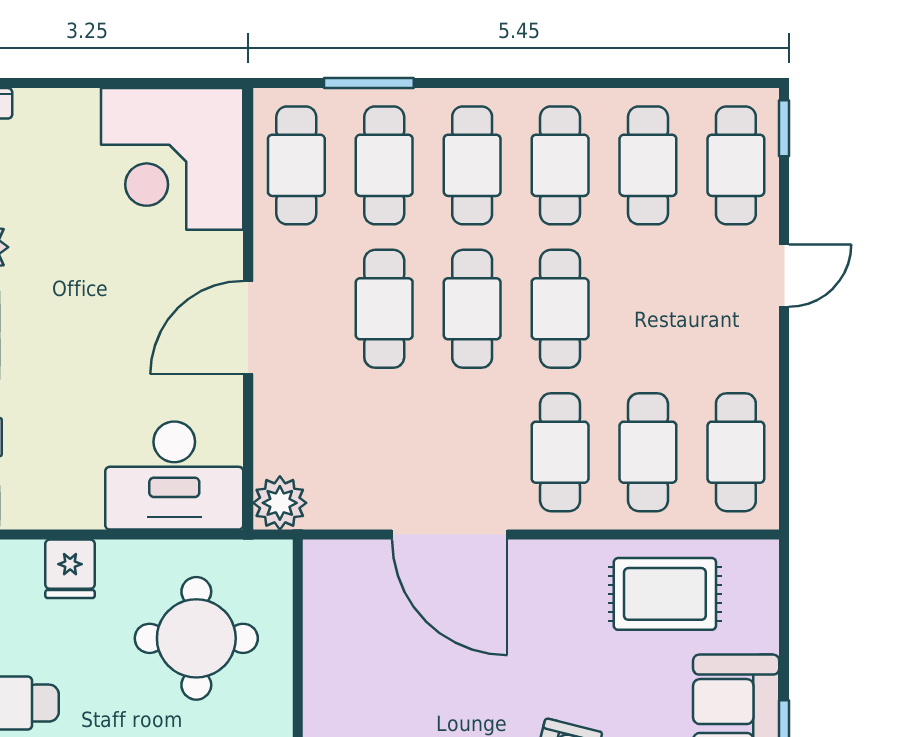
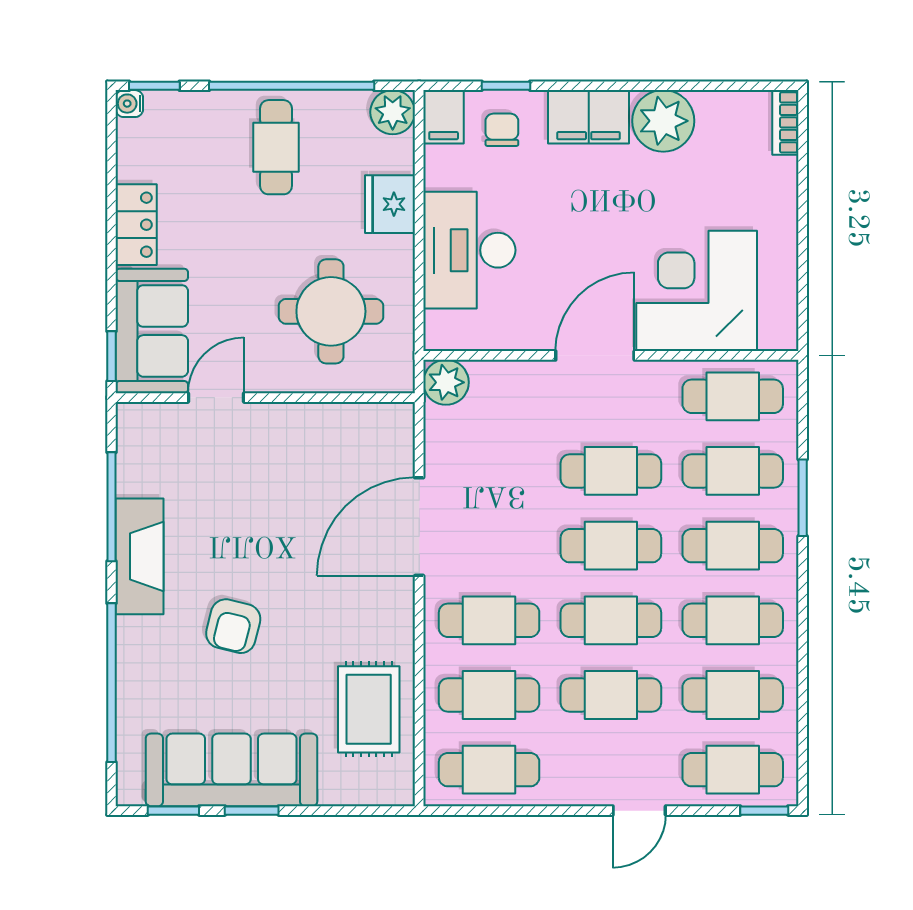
window: (369, 83) -> (803, 498), moved
corner desk: (172, 159) -> (697, 291), moved
door: (784, 275) -> (639, 811), hinge flipped
cafe table: (648, 309) -> (611, 695), added
door: (248, 328) -> (595, 355), hinge flipped
desk: (174, 475) -> (469, 250), moved
fridge: (70, 569) -> (390, 204), width x1.38

